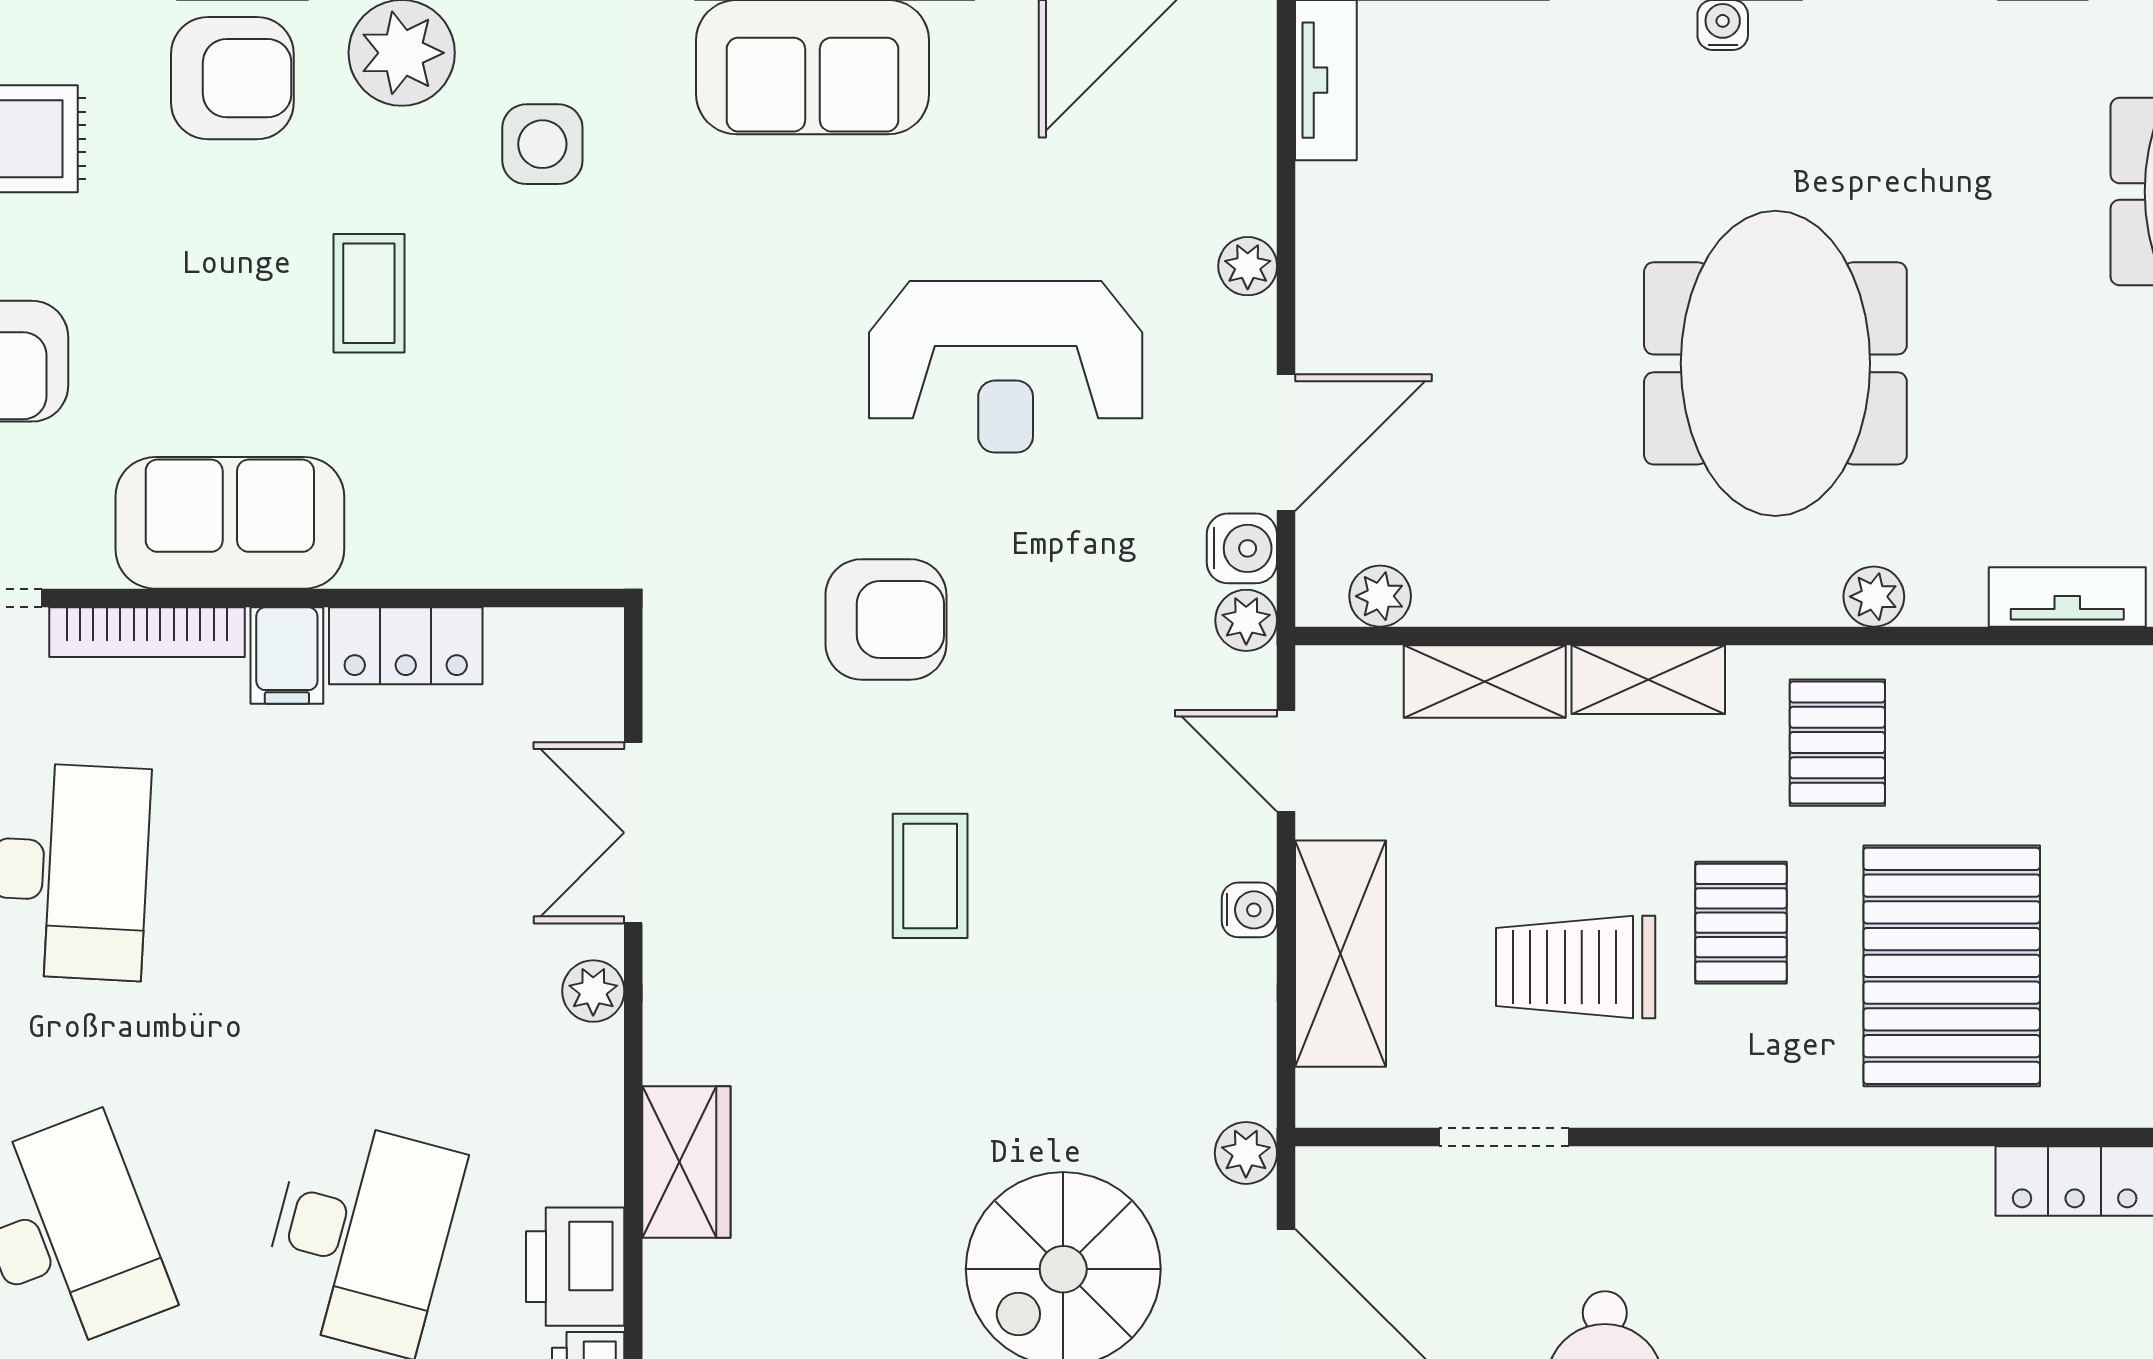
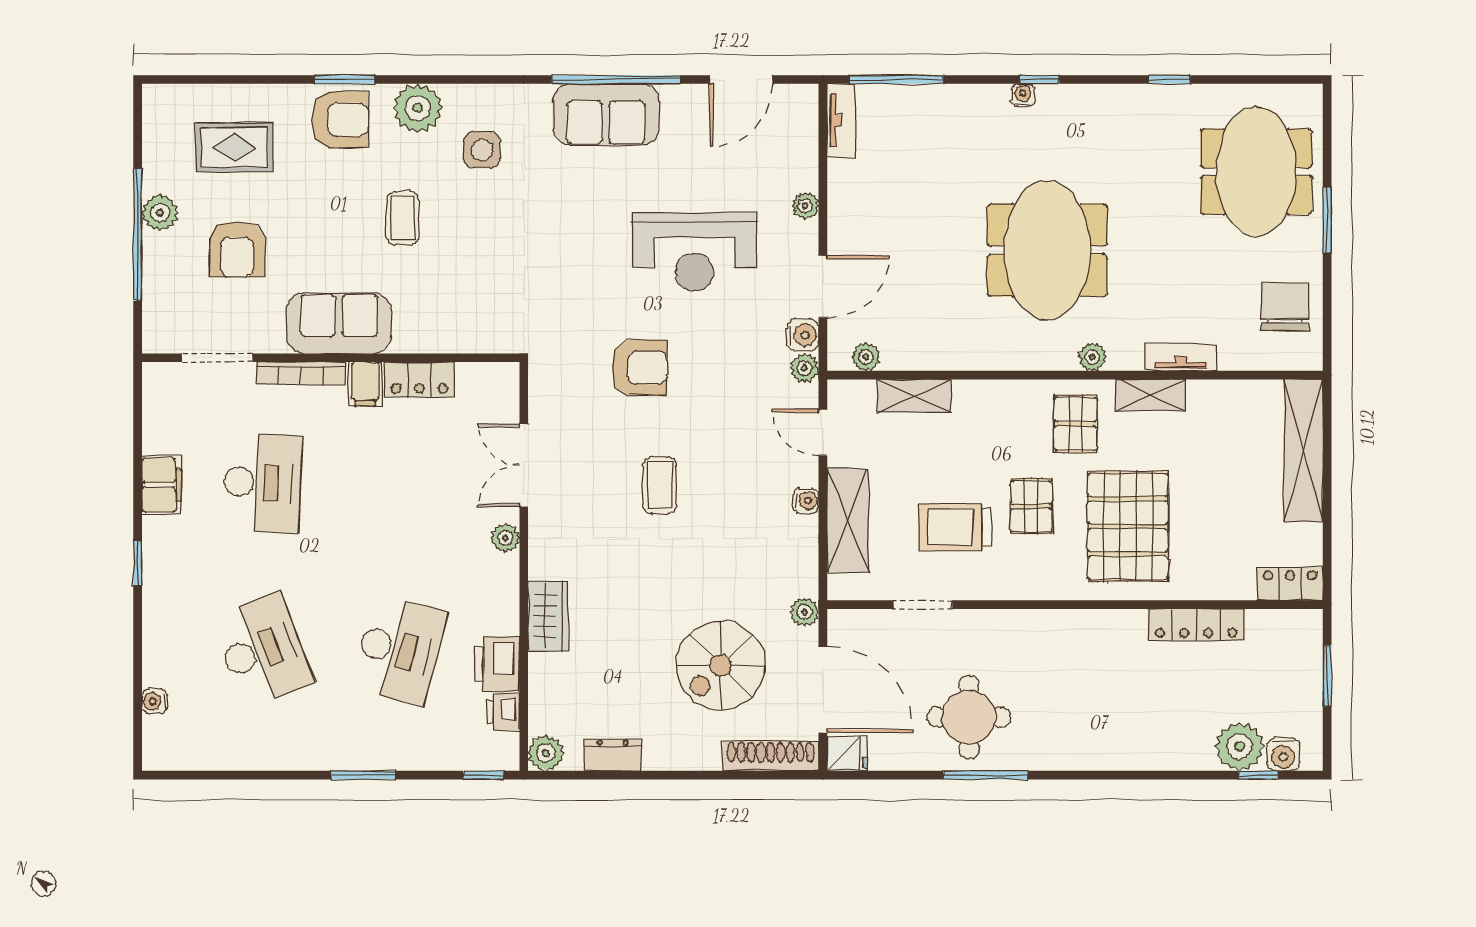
shelving: (1648, 680) -> (1151, 395), moved

